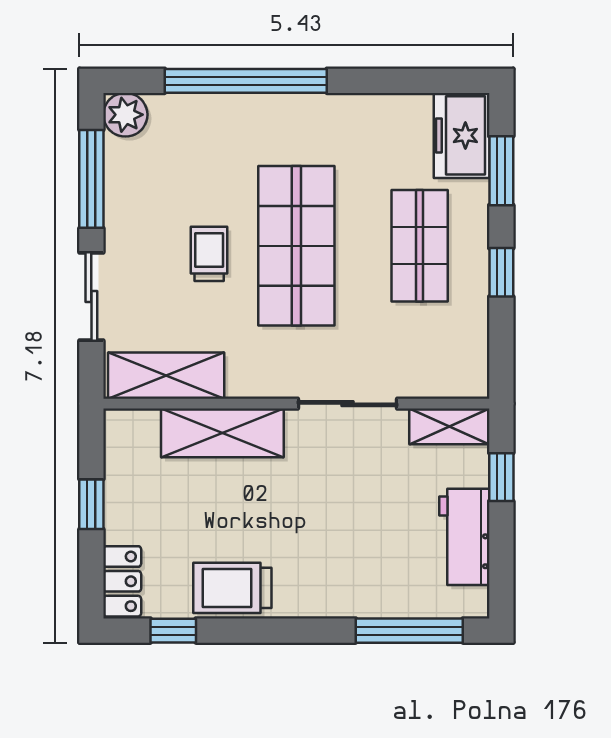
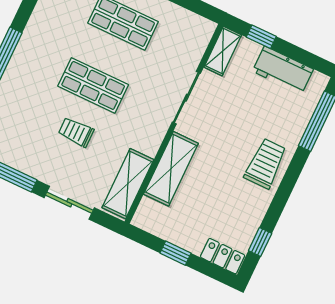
shop shelf: (296, 246) -> (93, 85), width x0.70, depth x0.74
trolley: (232, 588) -> (265, 164), moved, turned 180

